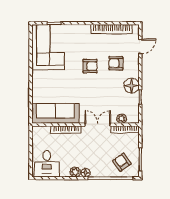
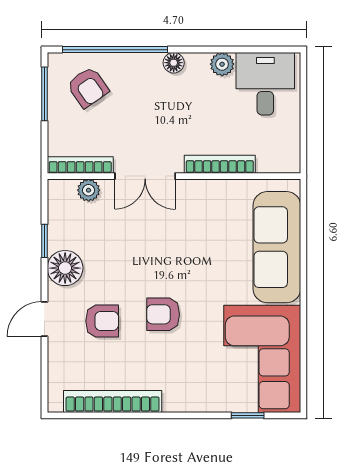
door: (140, 46) -> (44, 319), moved
sofa: (55, 113) -> (277, 247), moved, turned 90
plant: (75, 172) -> (222, 64), moved

